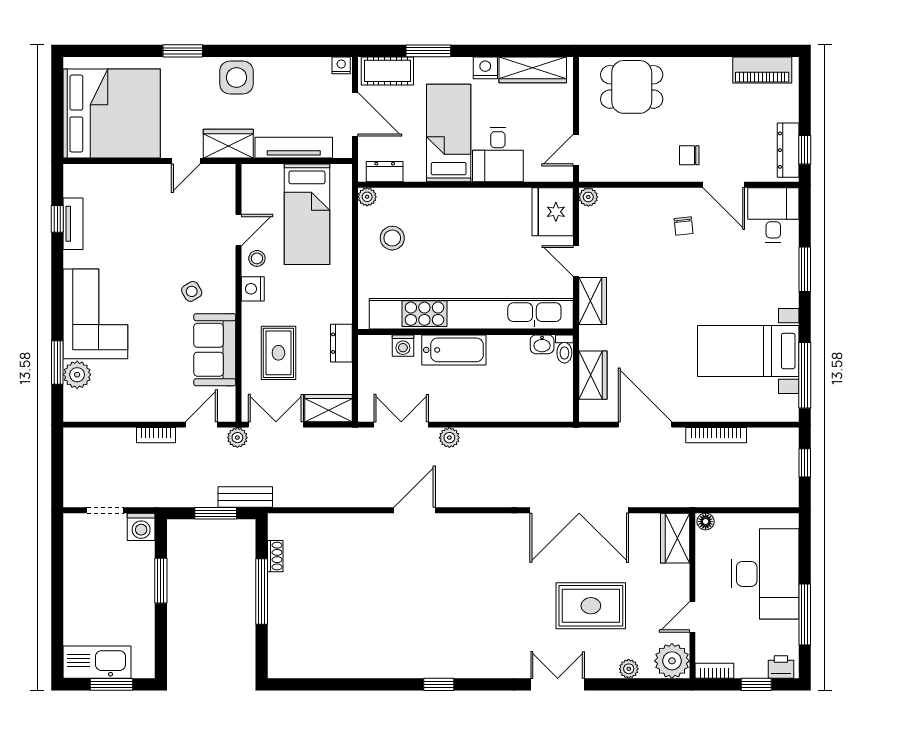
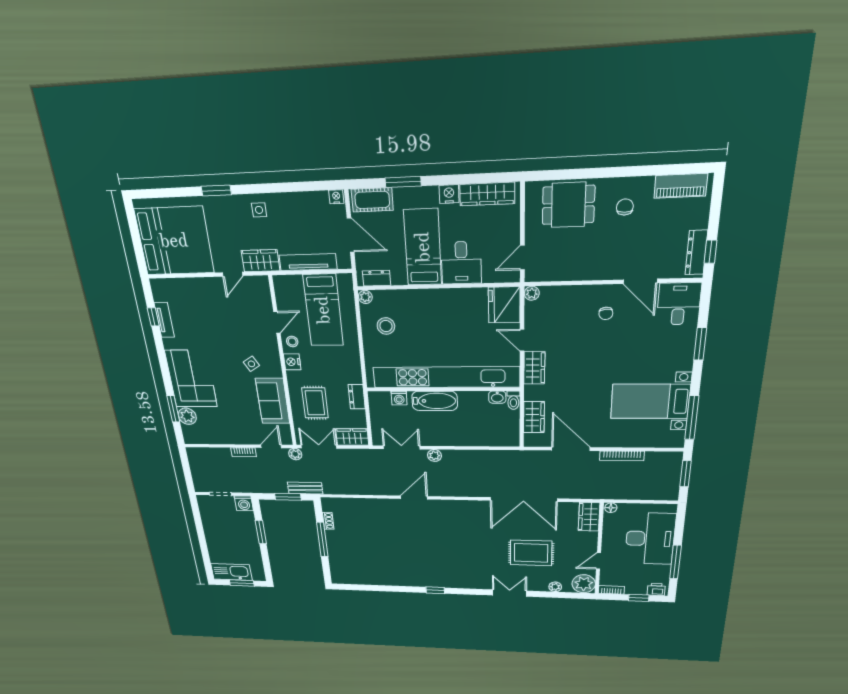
side table: (236, 78) -> (259, 210), width x0.54, depth x0.54
chair: (689, 155) -> (625, 207), moved, turned 90
window: (805, 463) -> (685, 474), width x1.50

